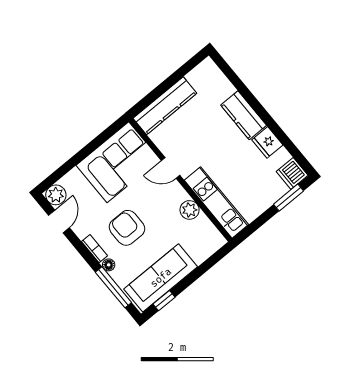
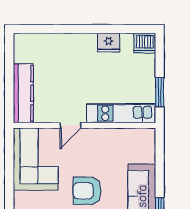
kitchen counter: (244, 115) -> (76, 43), removed
window: (288, 198) -> (160, 92), moved
plant: (190, 210) -> (111, 136), removed

